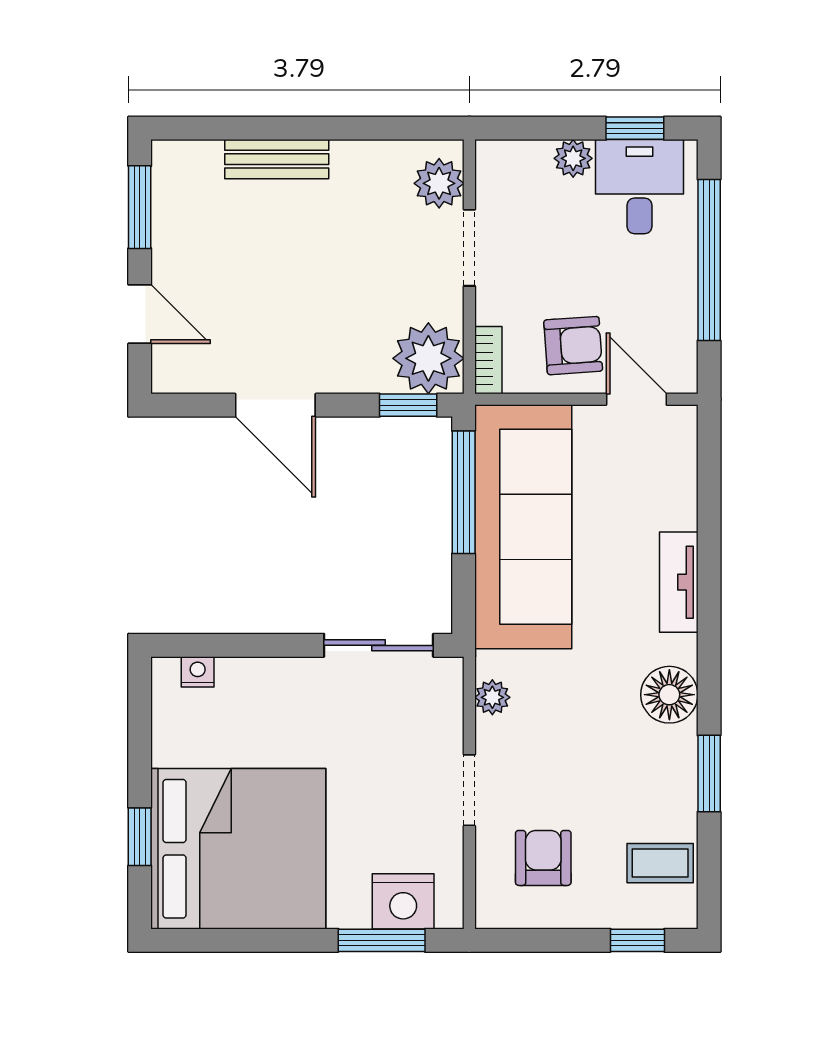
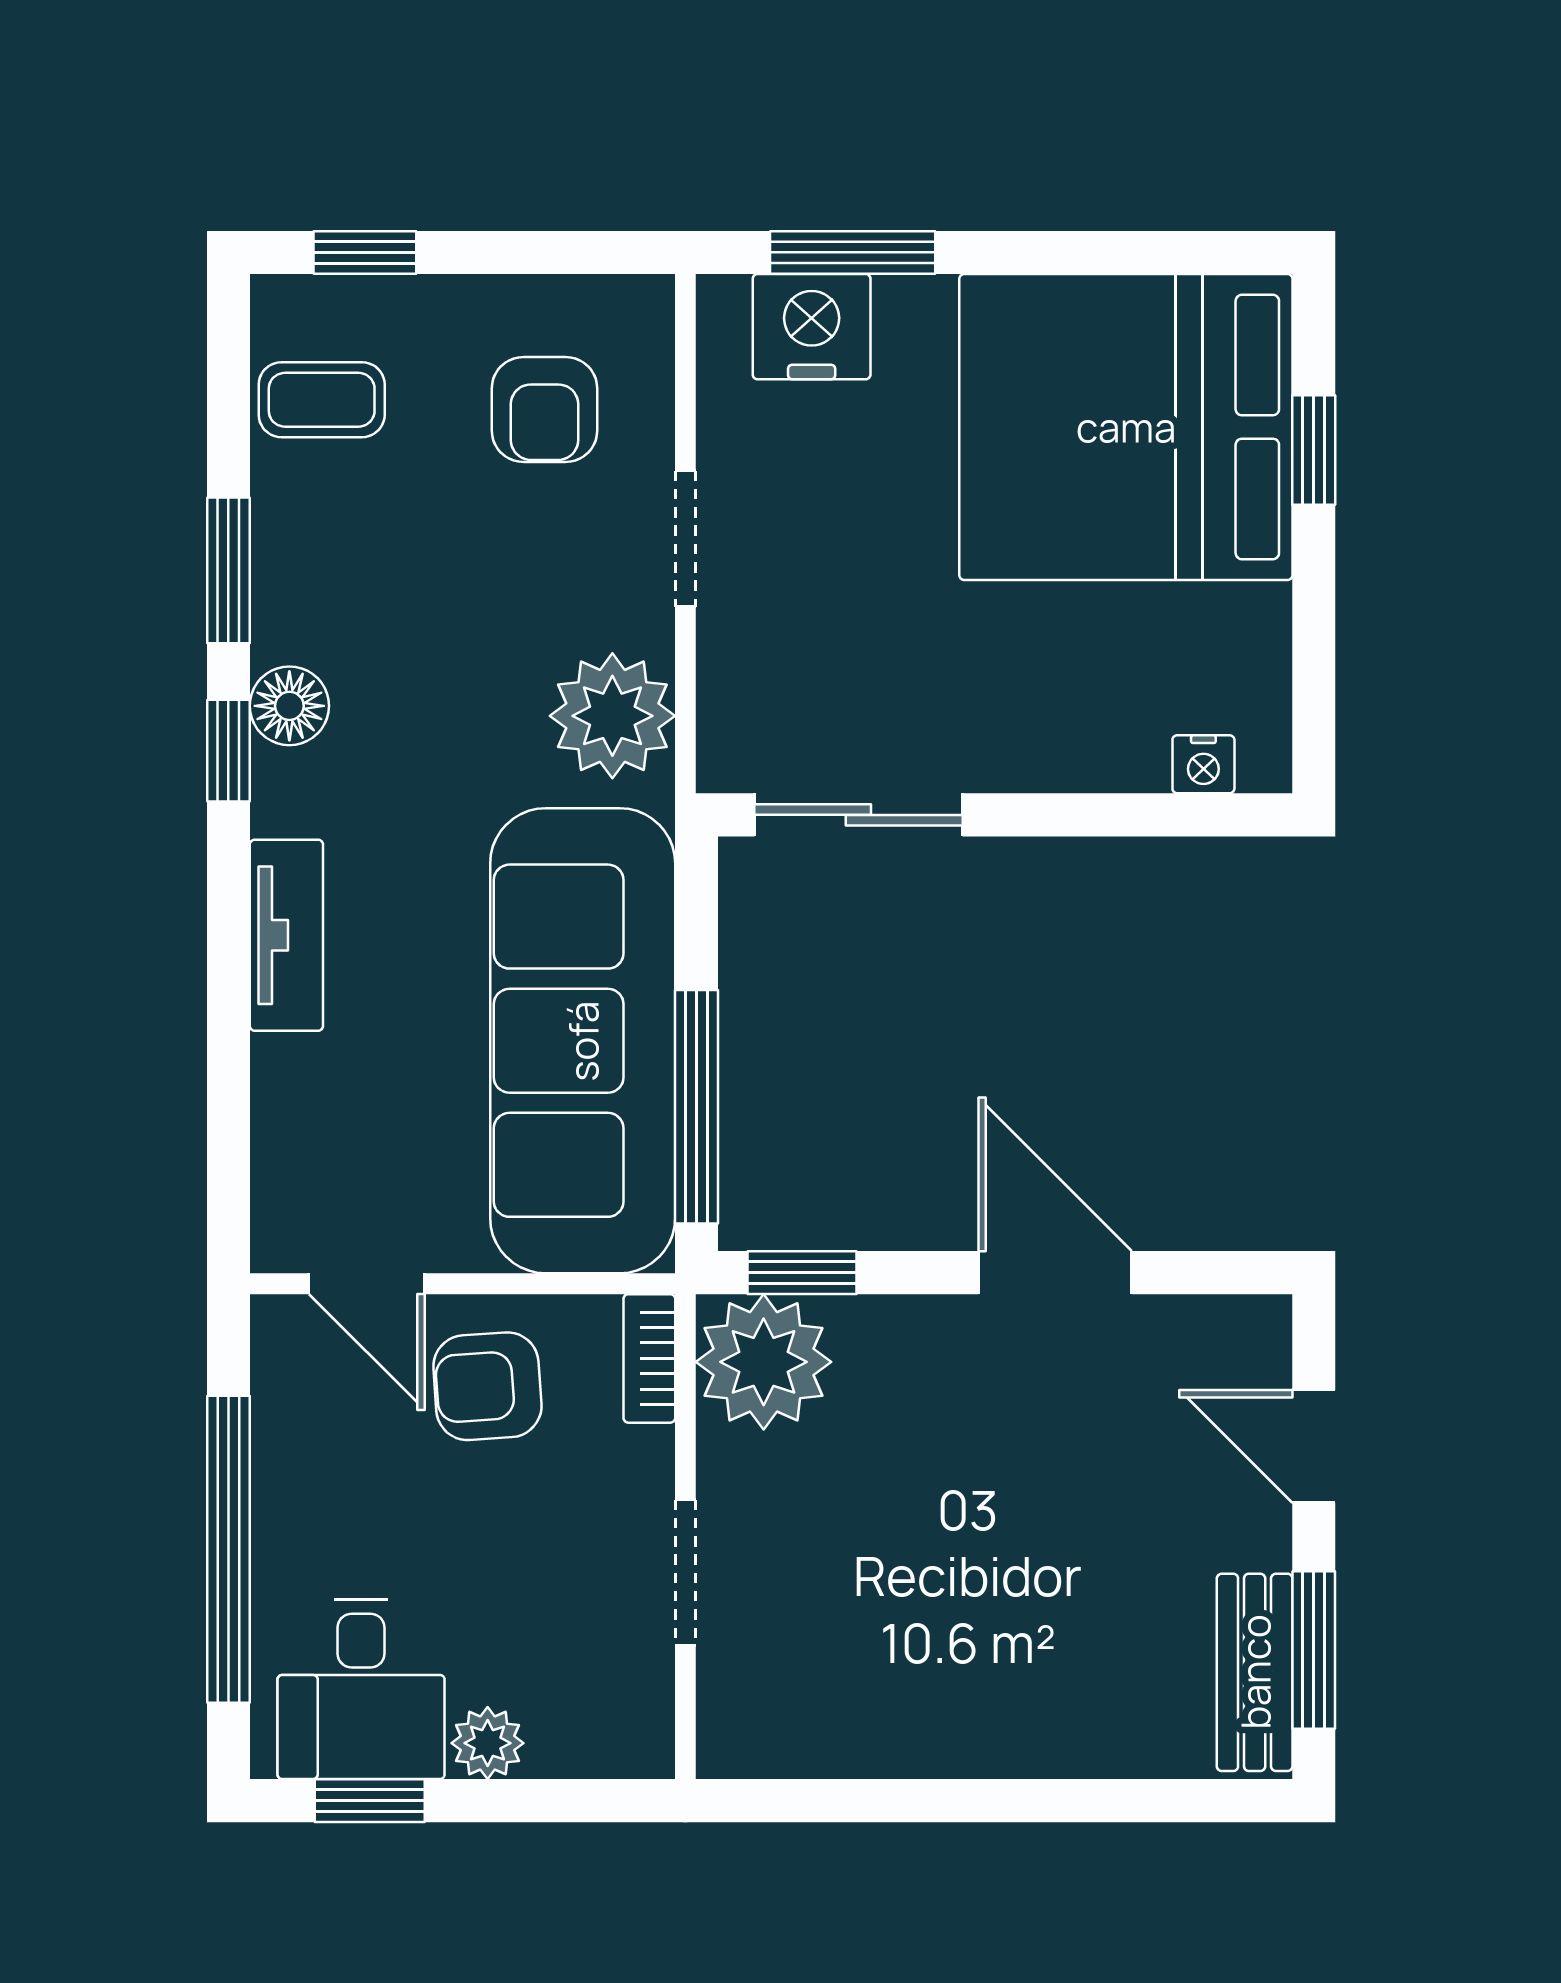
bench: (277, 159) -> (1255, 1672), moved, turned 90
plant: (439, 183) -> (743, 1696), removed
window: (709, 679) -> (228, 751), added
floor lamp: (669, 695) -> (289, 706), width x0.73, depth x0.73
plant: (492, 697) -> (612, 716), width x1.88, depth x1.88

